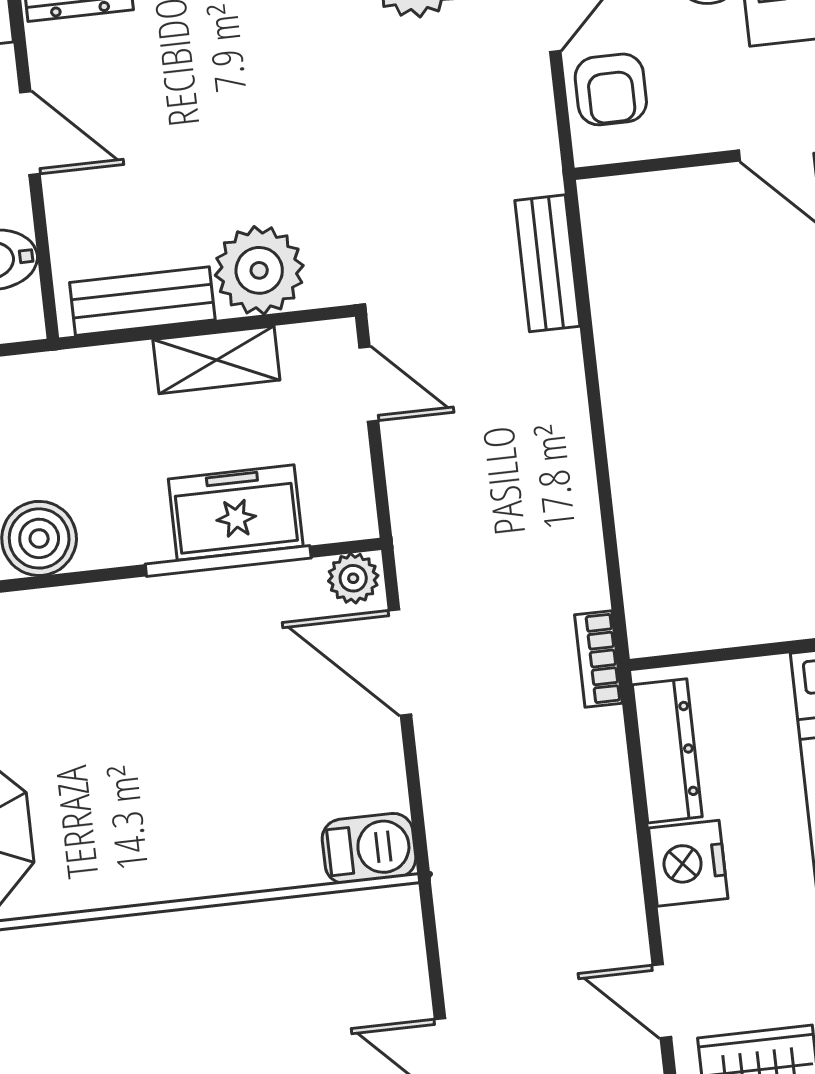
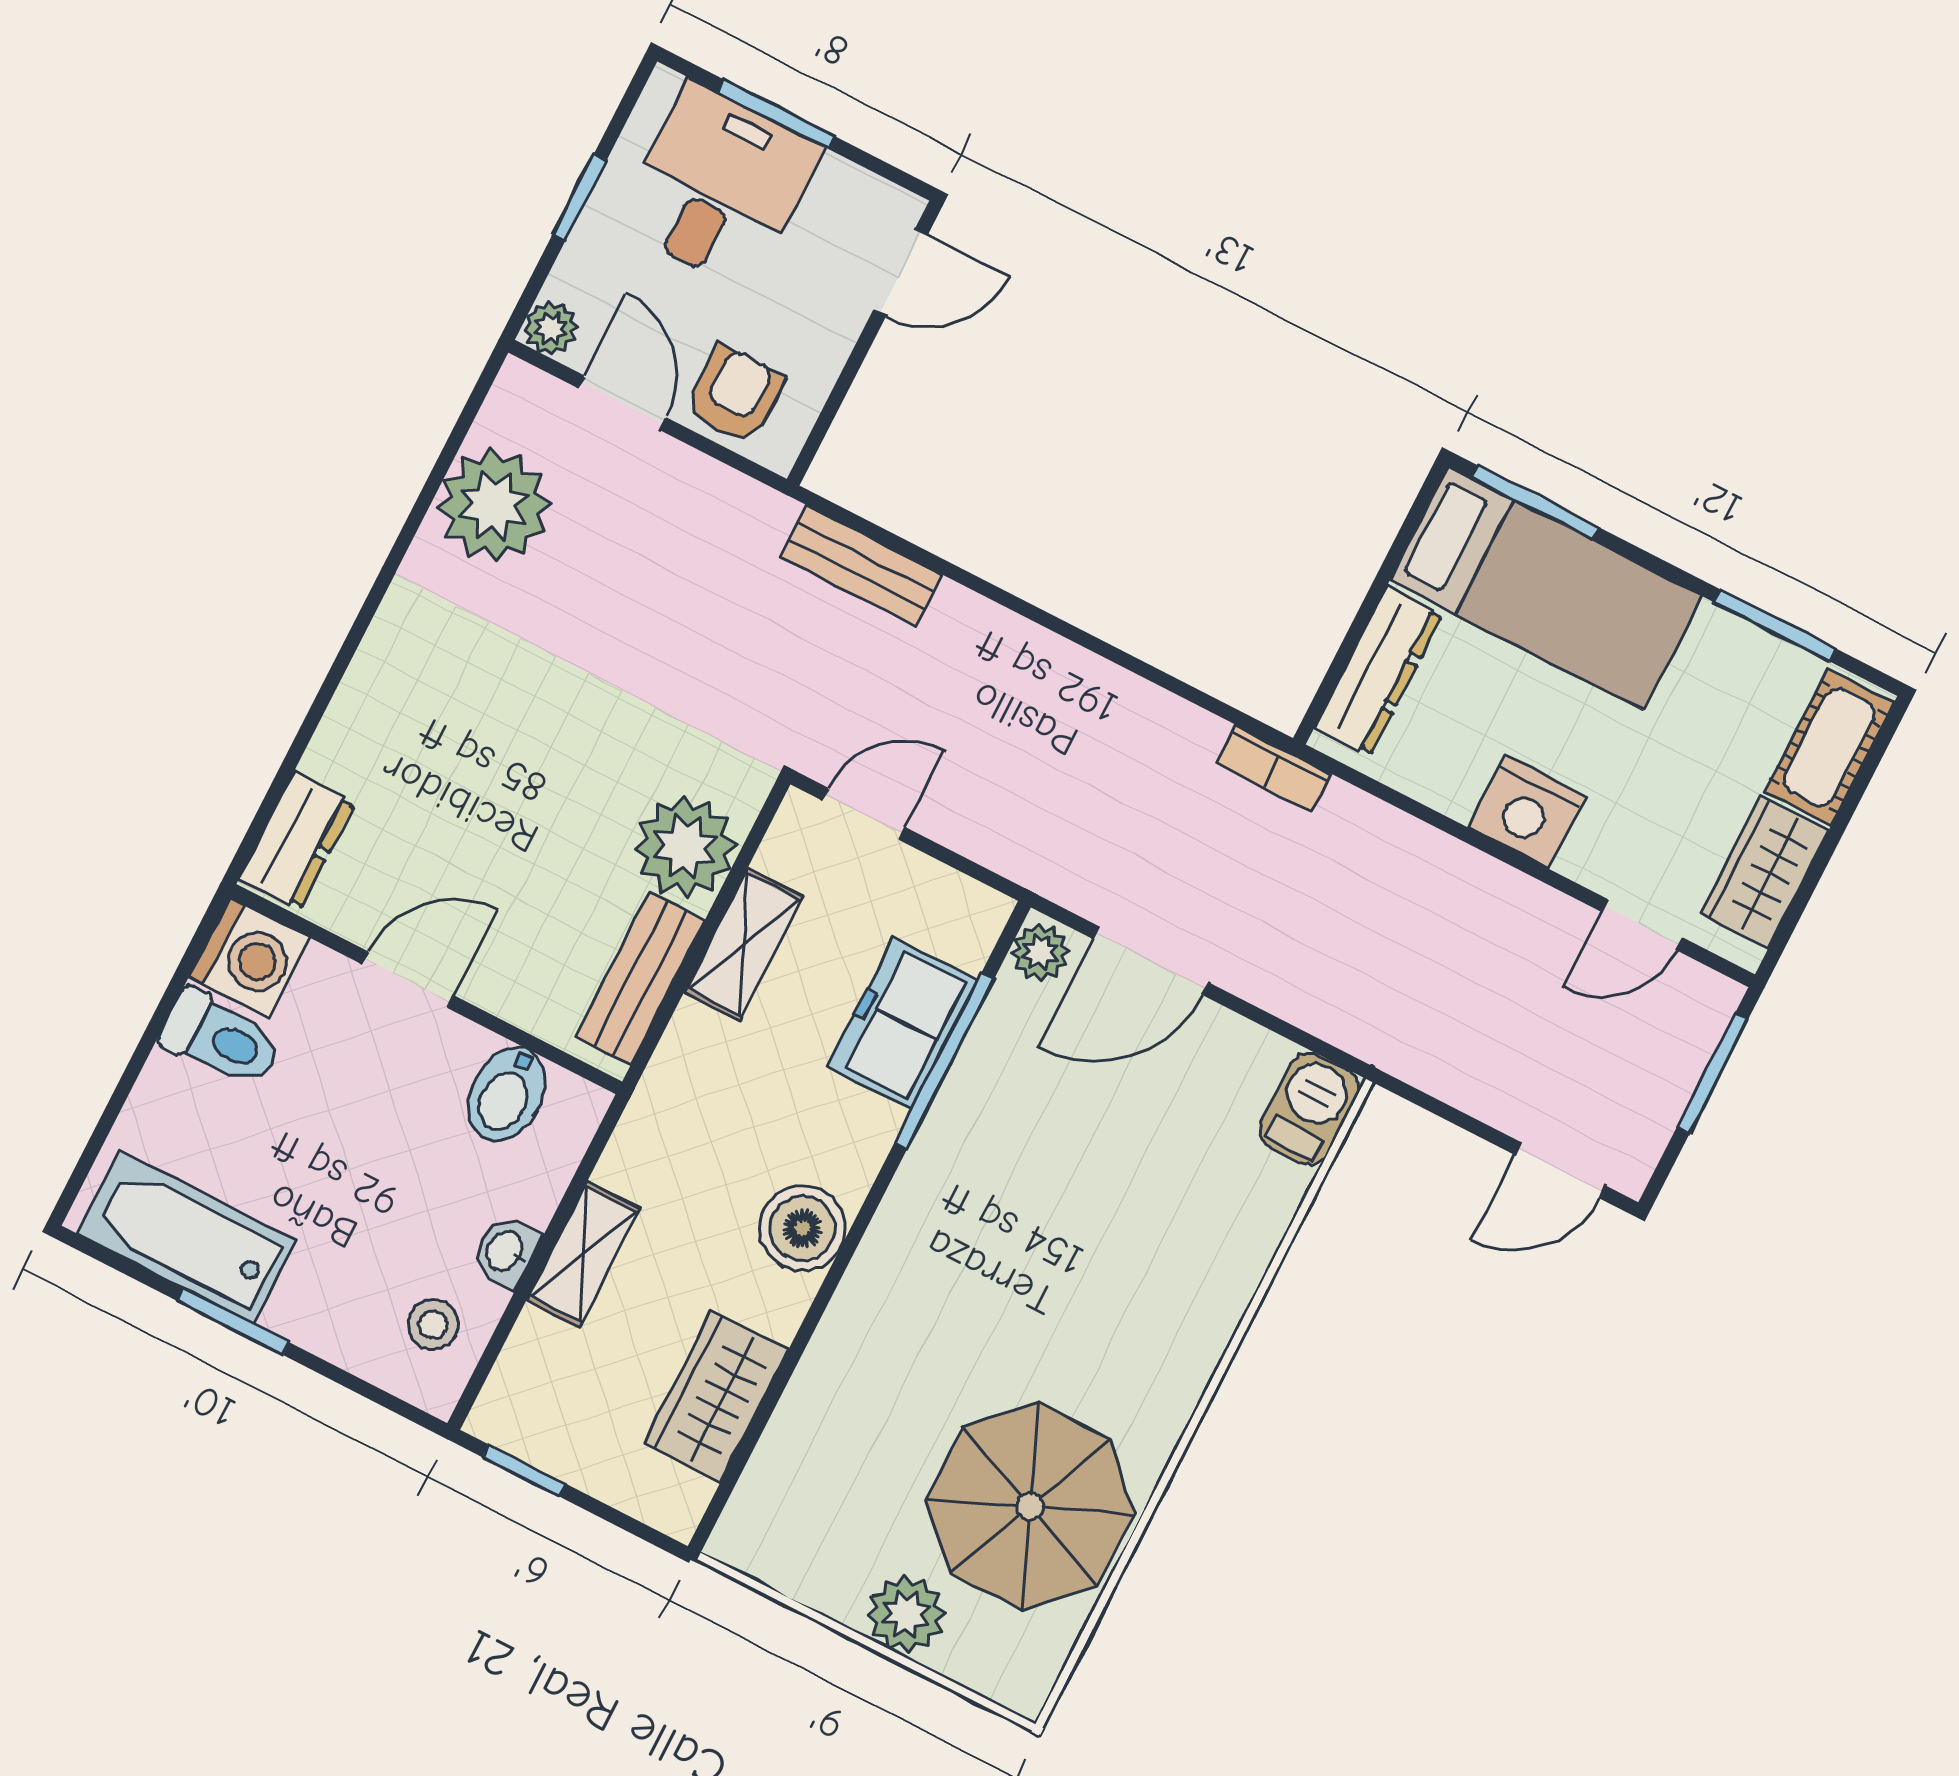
armchair: (611, 89) -> (735, 394), turned -90
dresser: (667, 751) -> (1379, 671), moved, turned 90

